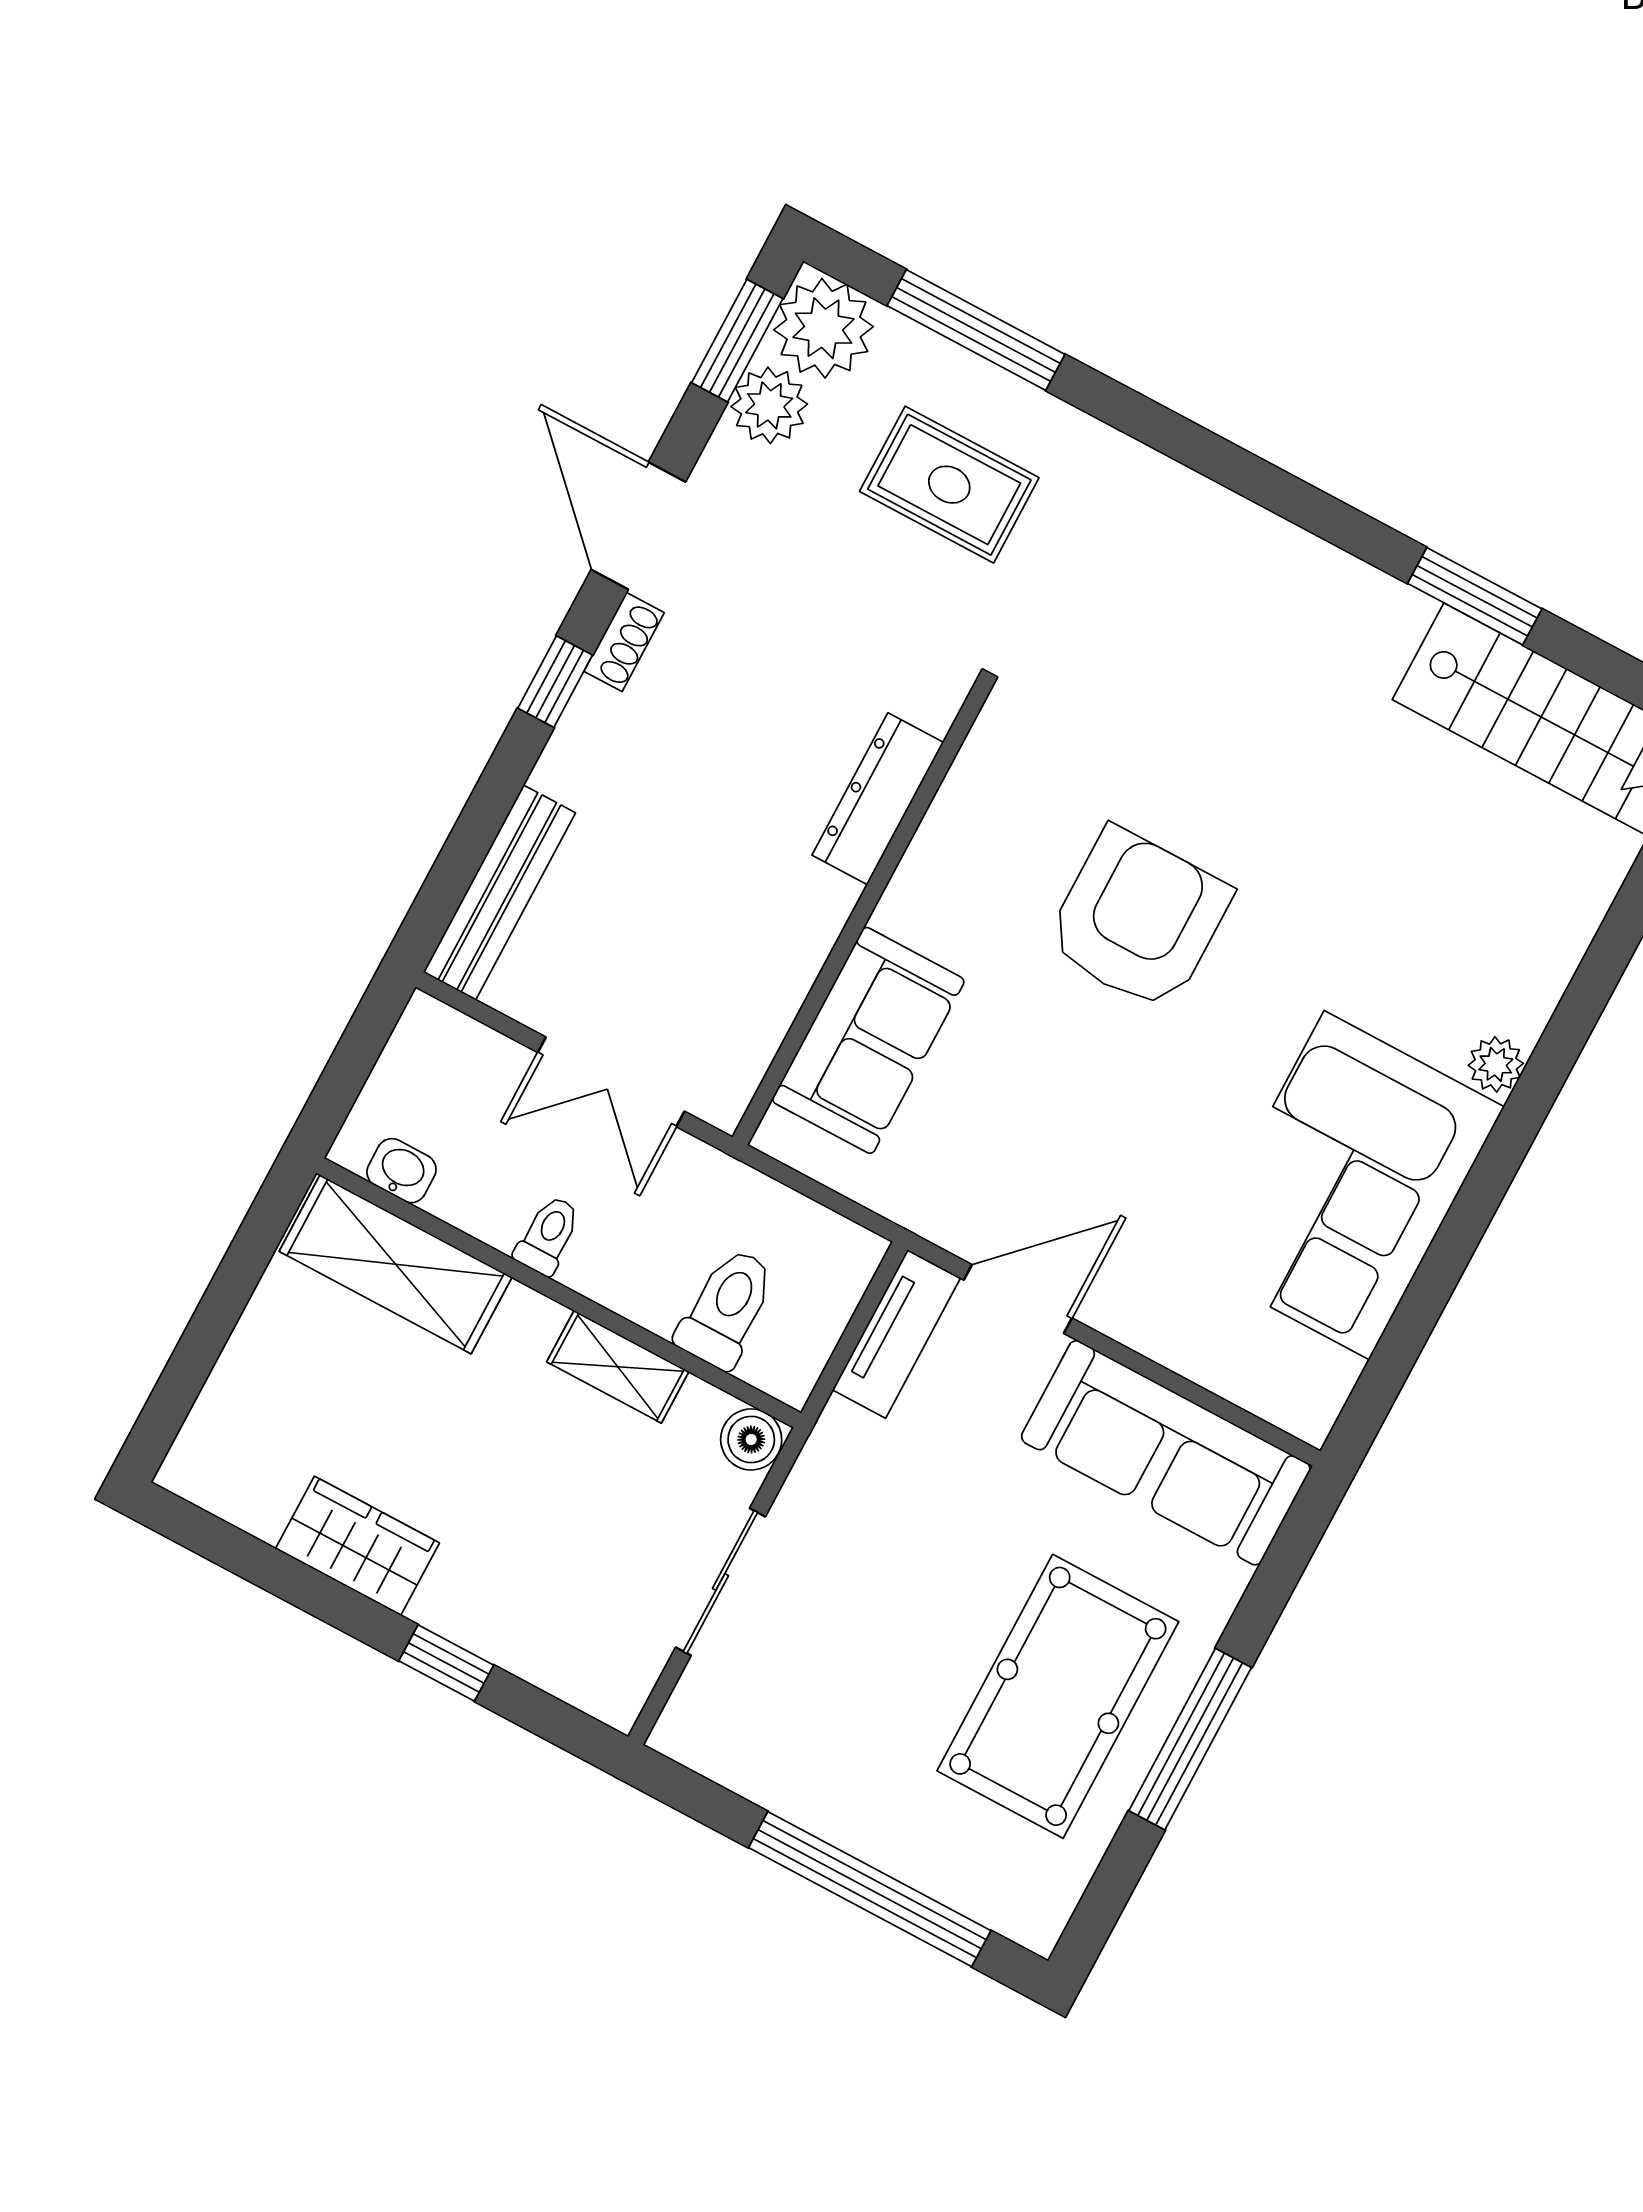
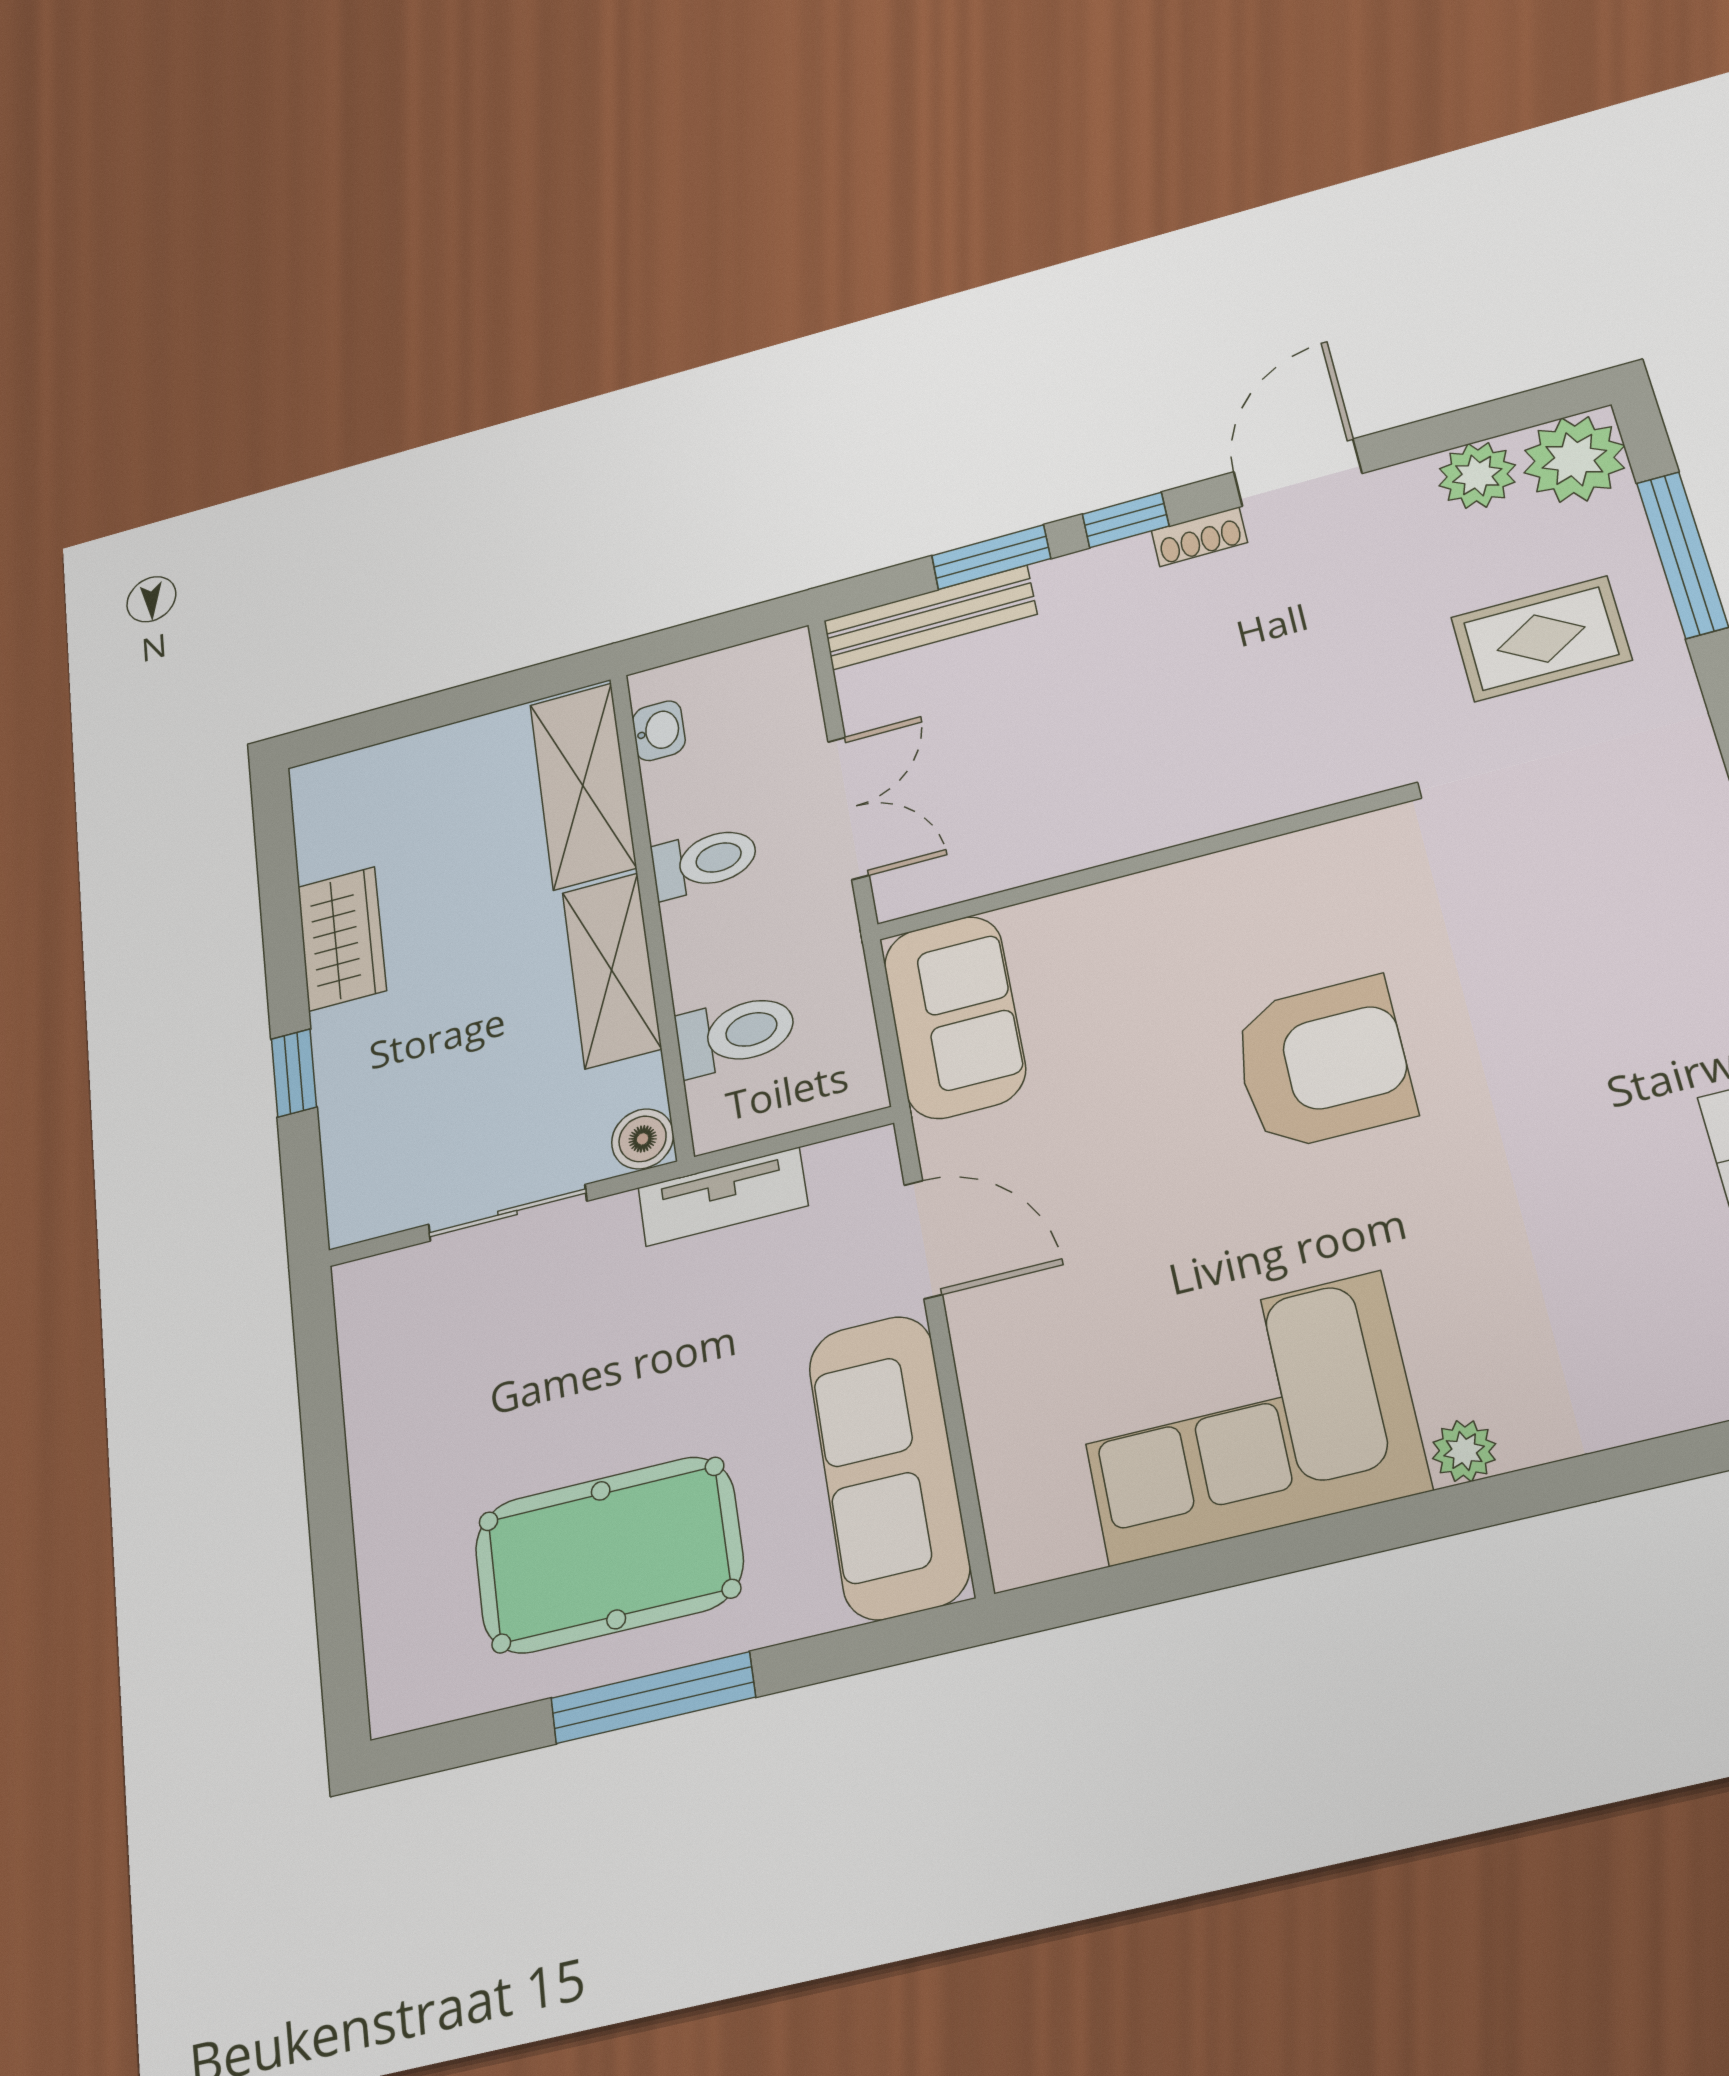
window: (737, 341) -> (991, 557), moved
rug: (949, 485) -> (1541, 639), turned 90
dresser: (878, 799) -> (1242, 799), removed
sofa: (868, 1040) -> (954, 1017), moved, turned -90
double door: (611, 1082) -> (848, 808), swing flipped
toilet: (548, 1235) -> (704, 861), width x1.37, depth x1.39
tv unit: (896, 1334) -> (723, 1197), moved
shelving: (618, 1367) -> (612, 970), width x1.50, depth x1.33
window: (870, 1889) -> (332, 1540), removed

